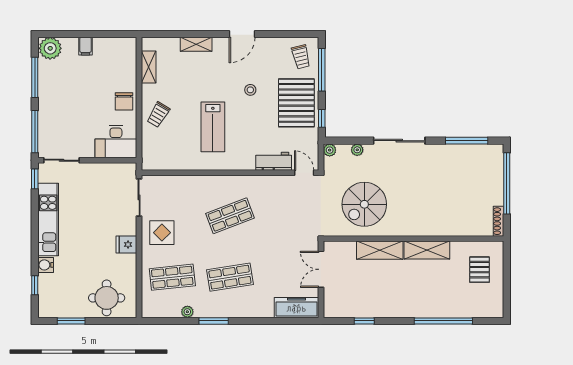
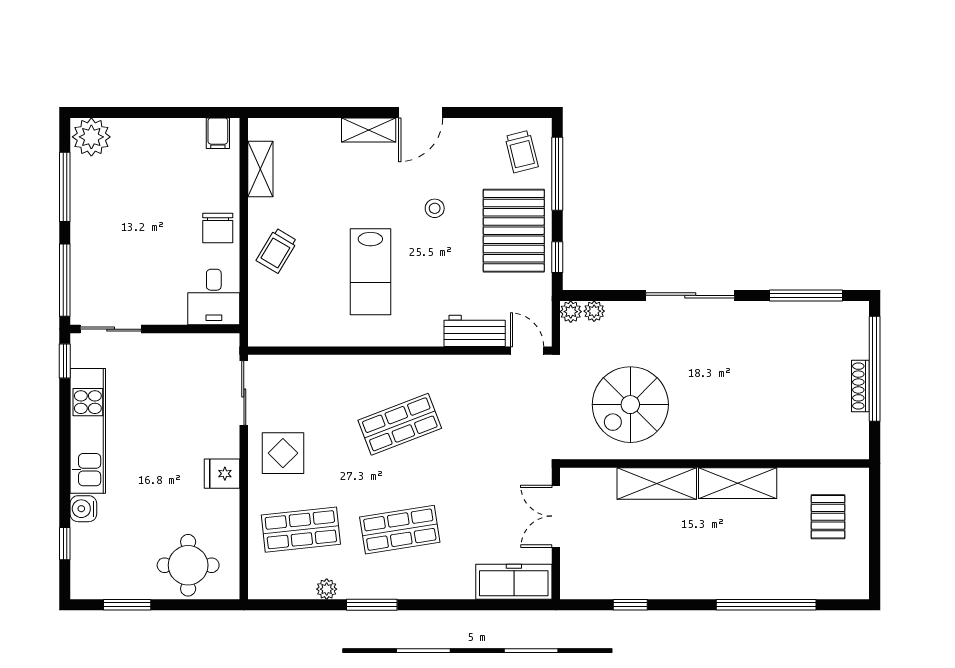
shelving: (196, 44) -> (369, 130), moved
filing cabinet: (85, 46) -> (218, 133), moved
desk: (116, 142) -> (214, 297), width x0.73
plant: (357, 150) -> (594, 311), moved
shoe rack: (498, 221) -> (860, 386), moved

